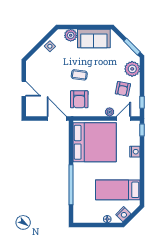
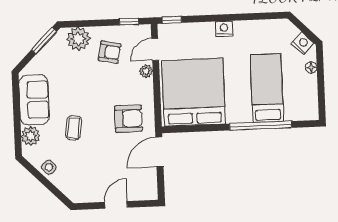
coffee table: (79, 75) -> (74, 128), moved
door: (123, 118) -> (155, 49), hinge flipped
nightstand: (135, 152) -> (224, 29), moved
bed: (118, 190) -> (267, 88), moved, turned 180

